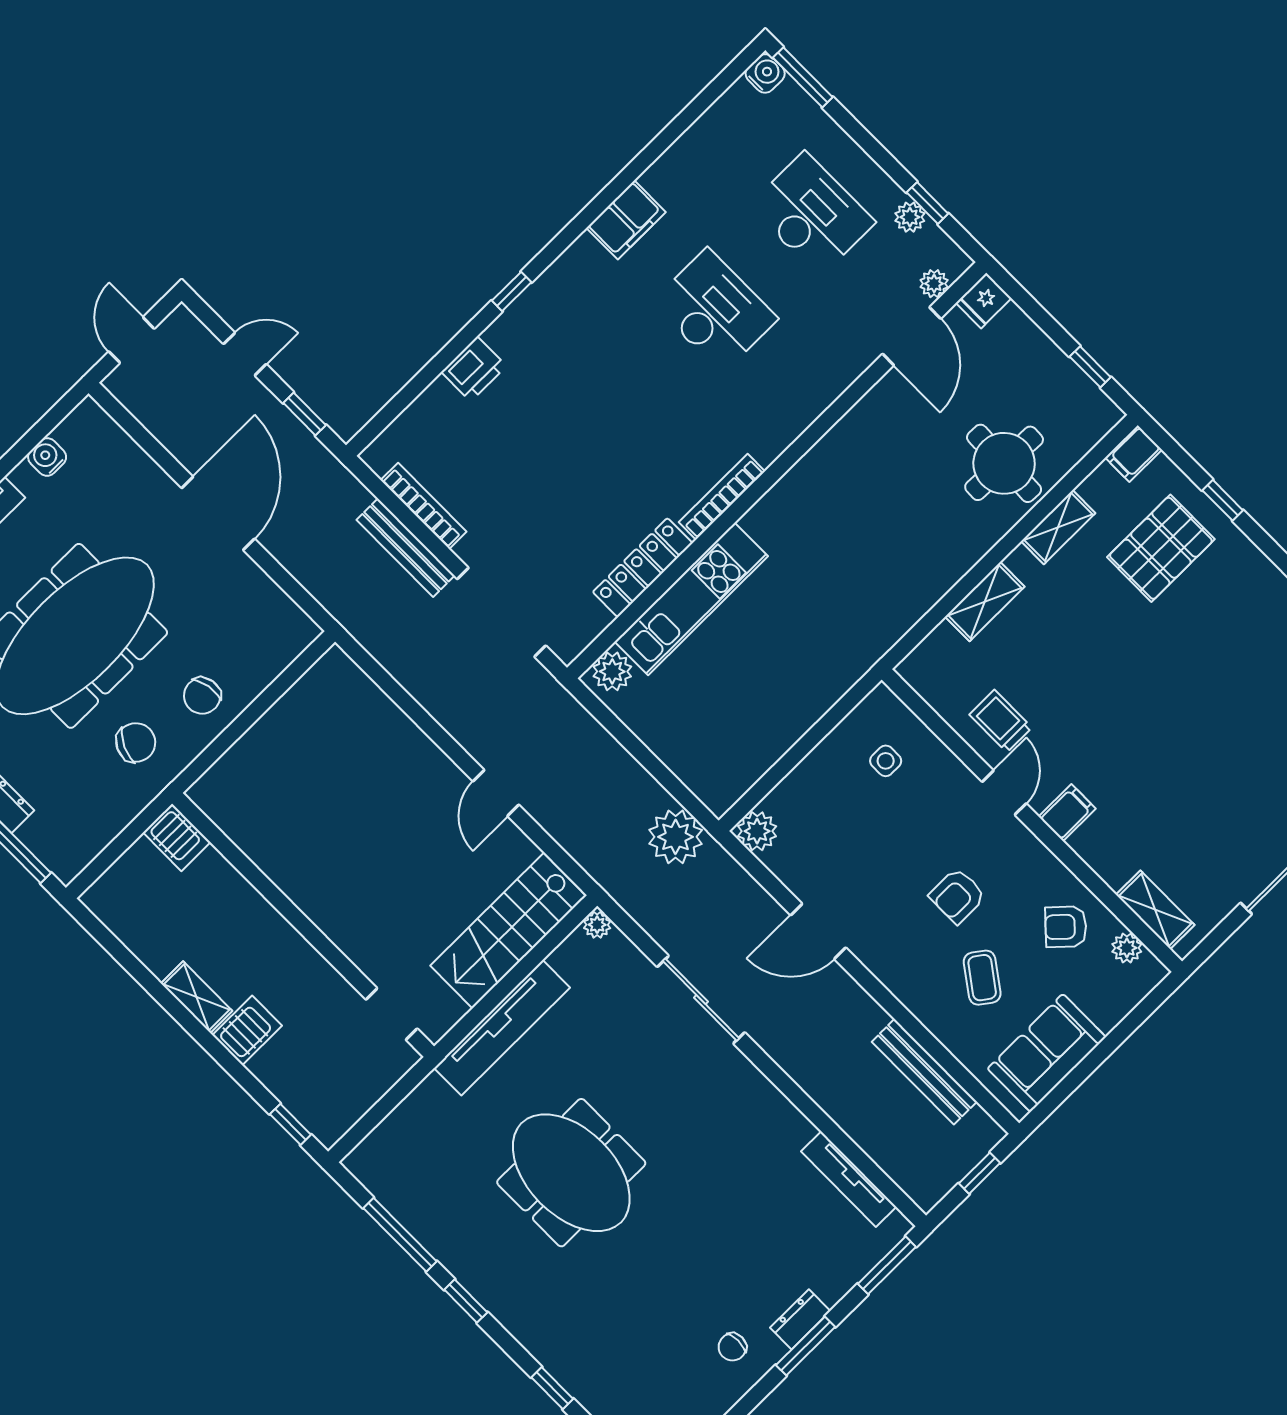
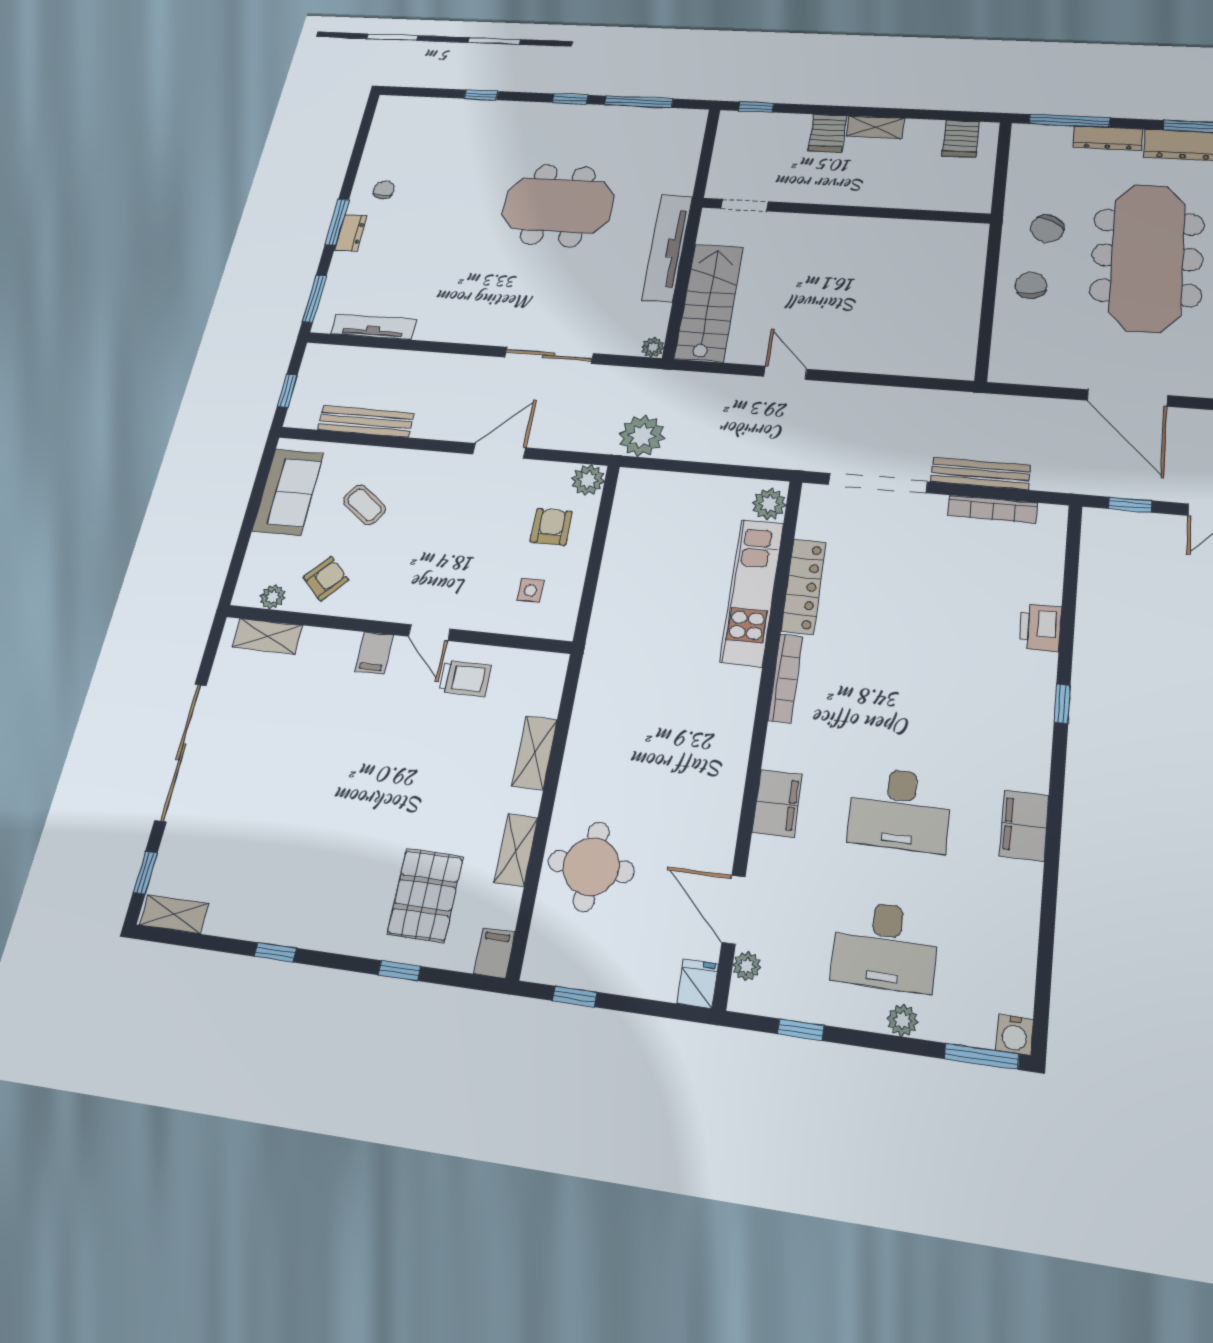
plant: (910, 217) -> (903, 1020), moved
filing cabinet: (811, 395) -> (777, 803), added
server rack: (177, 837) -> (961, 139), moved, turned -90
armchair: (957, 896) -> (551, 527), moved

